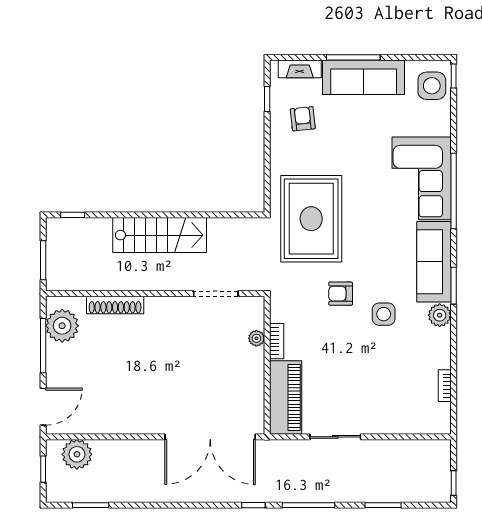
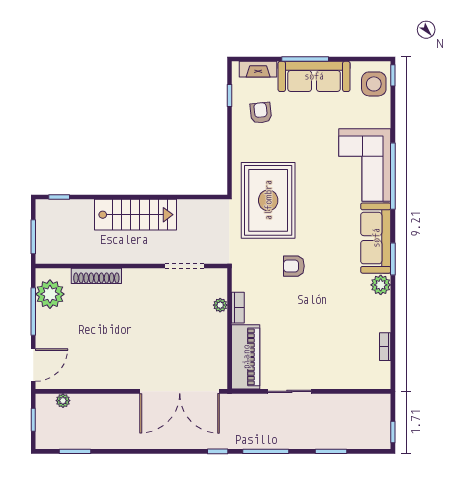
side table: (384, 314) -> (332, 284), removed
plant: (77, 454) -> (63, 401), width x0.53, depth x0.53

